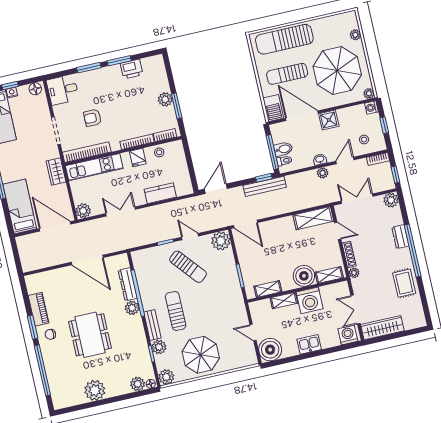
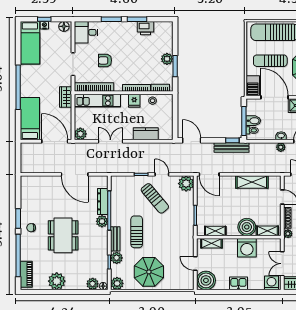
door: (216, 189) -> (192, 140), hinge flipped
shelving: (313, 218) -> (252, 182), moved
shelving: (284, 301) -> (211, 243), moved
piano: (39, 309) -> (26, 274), moved

